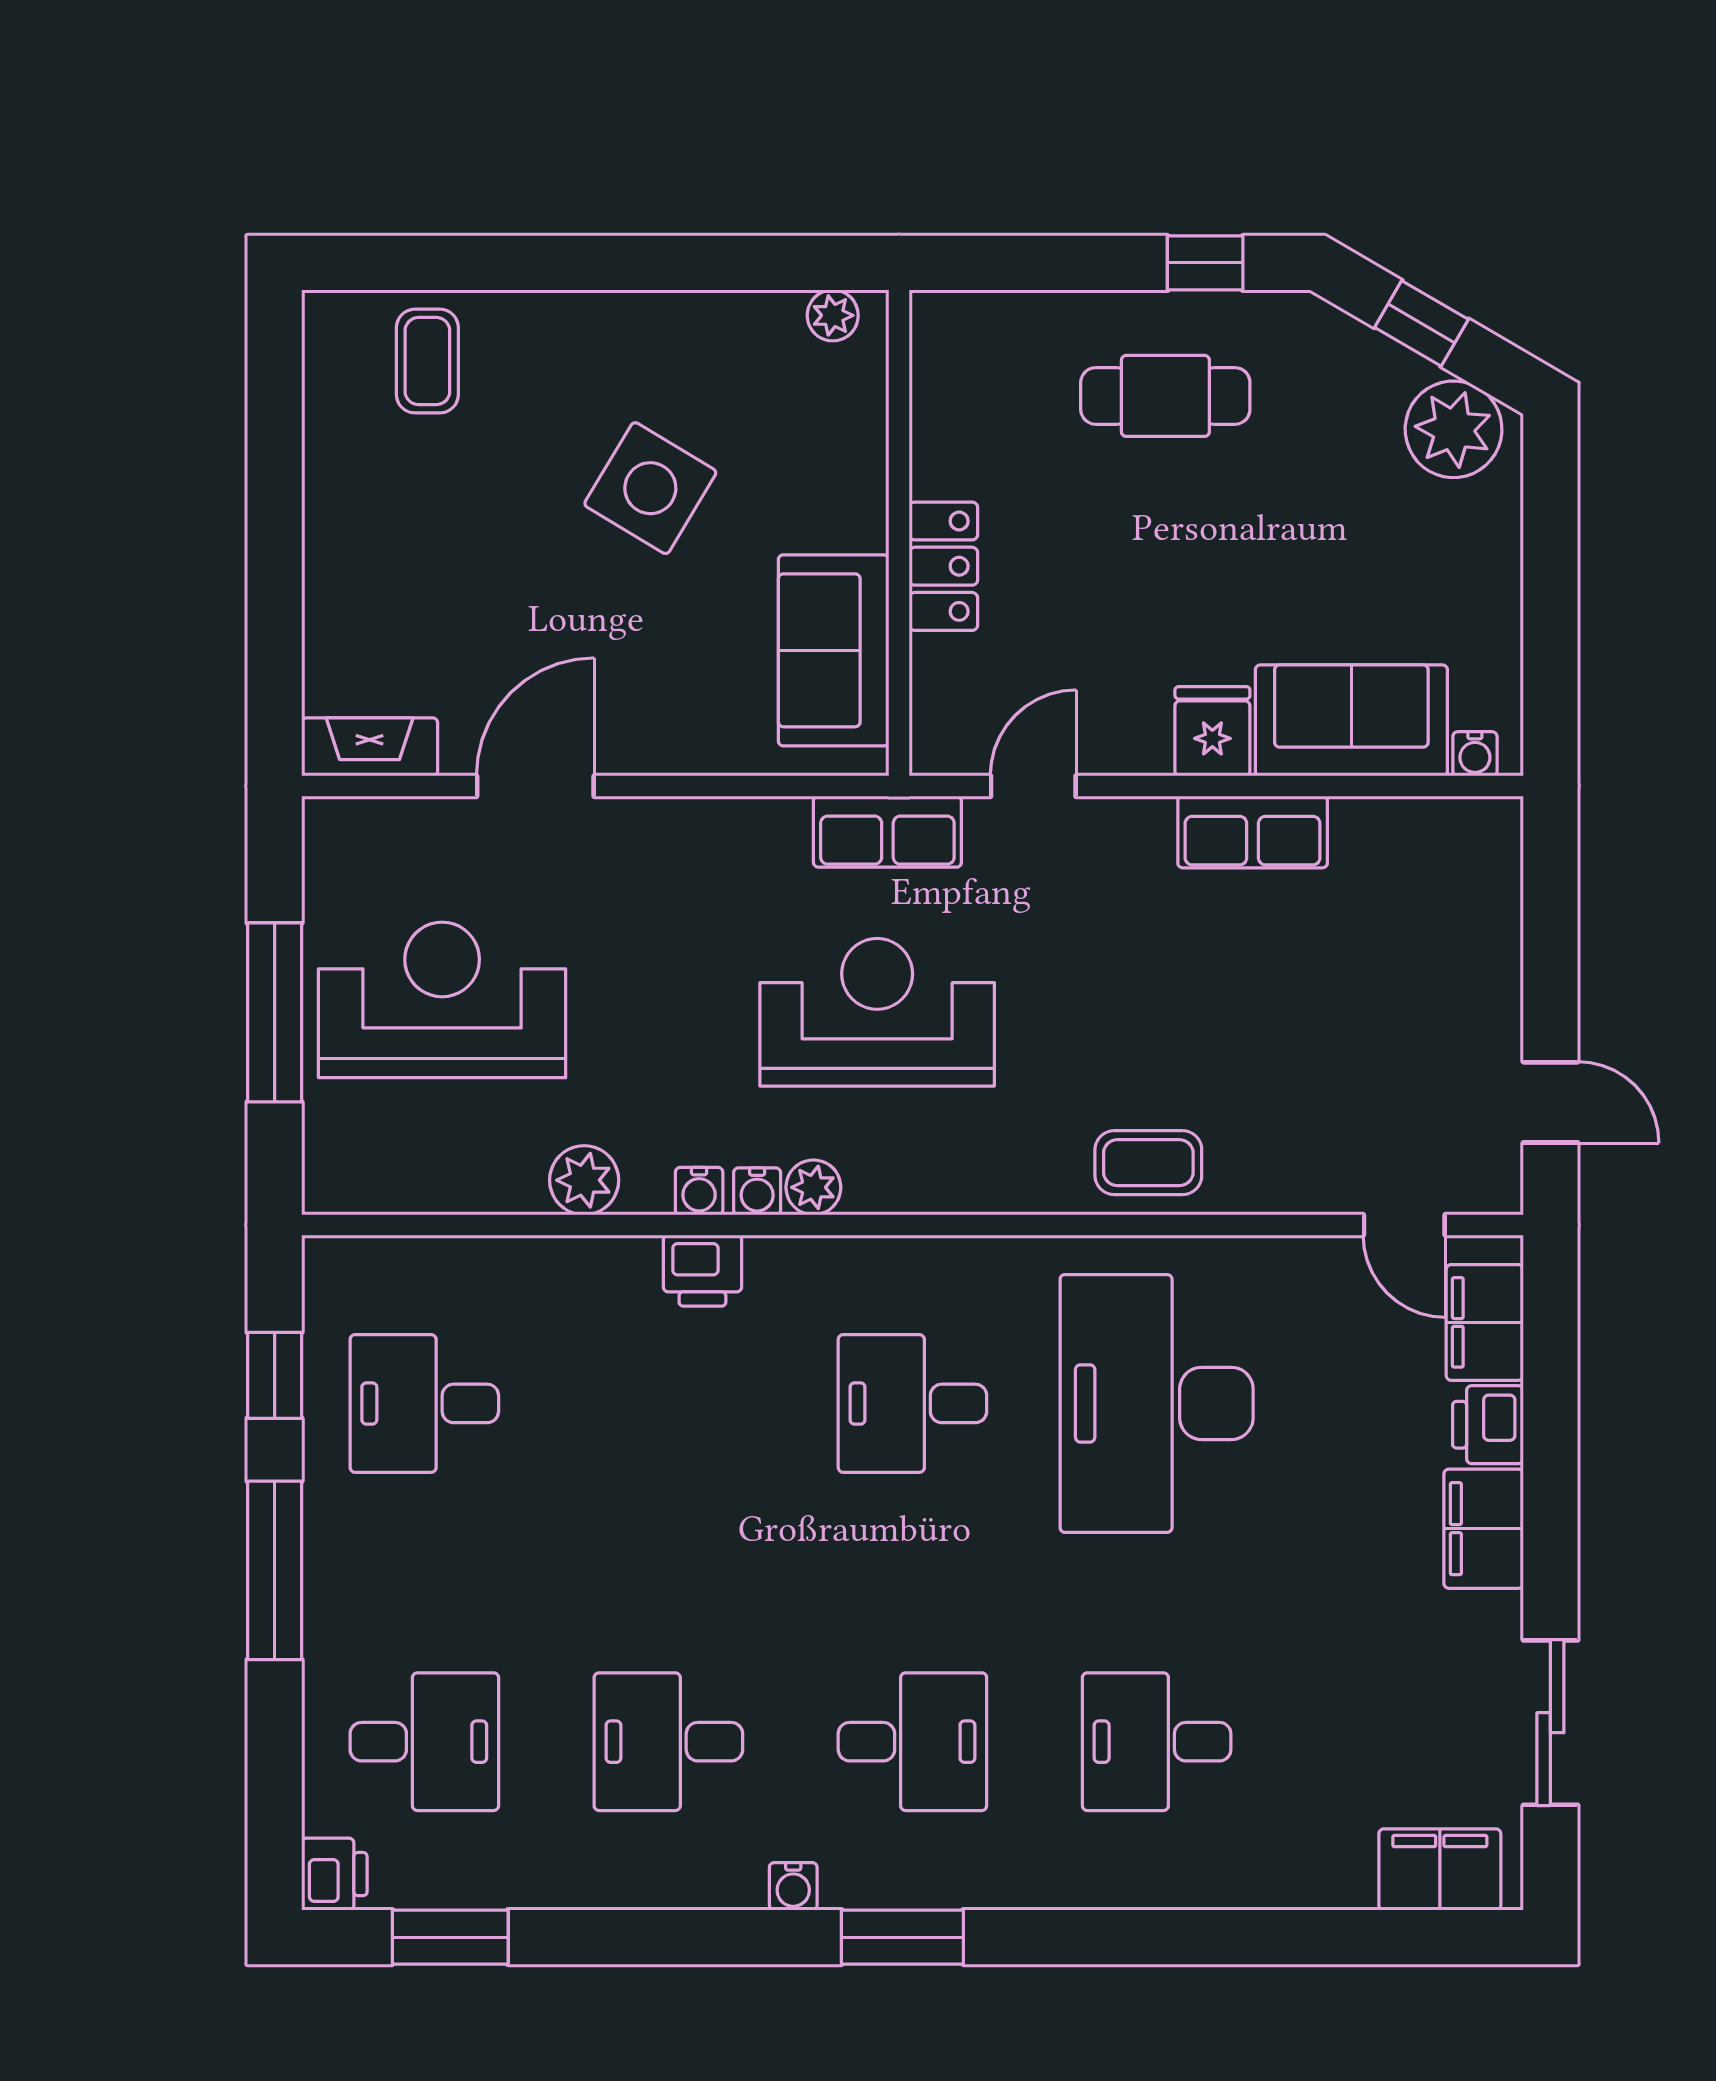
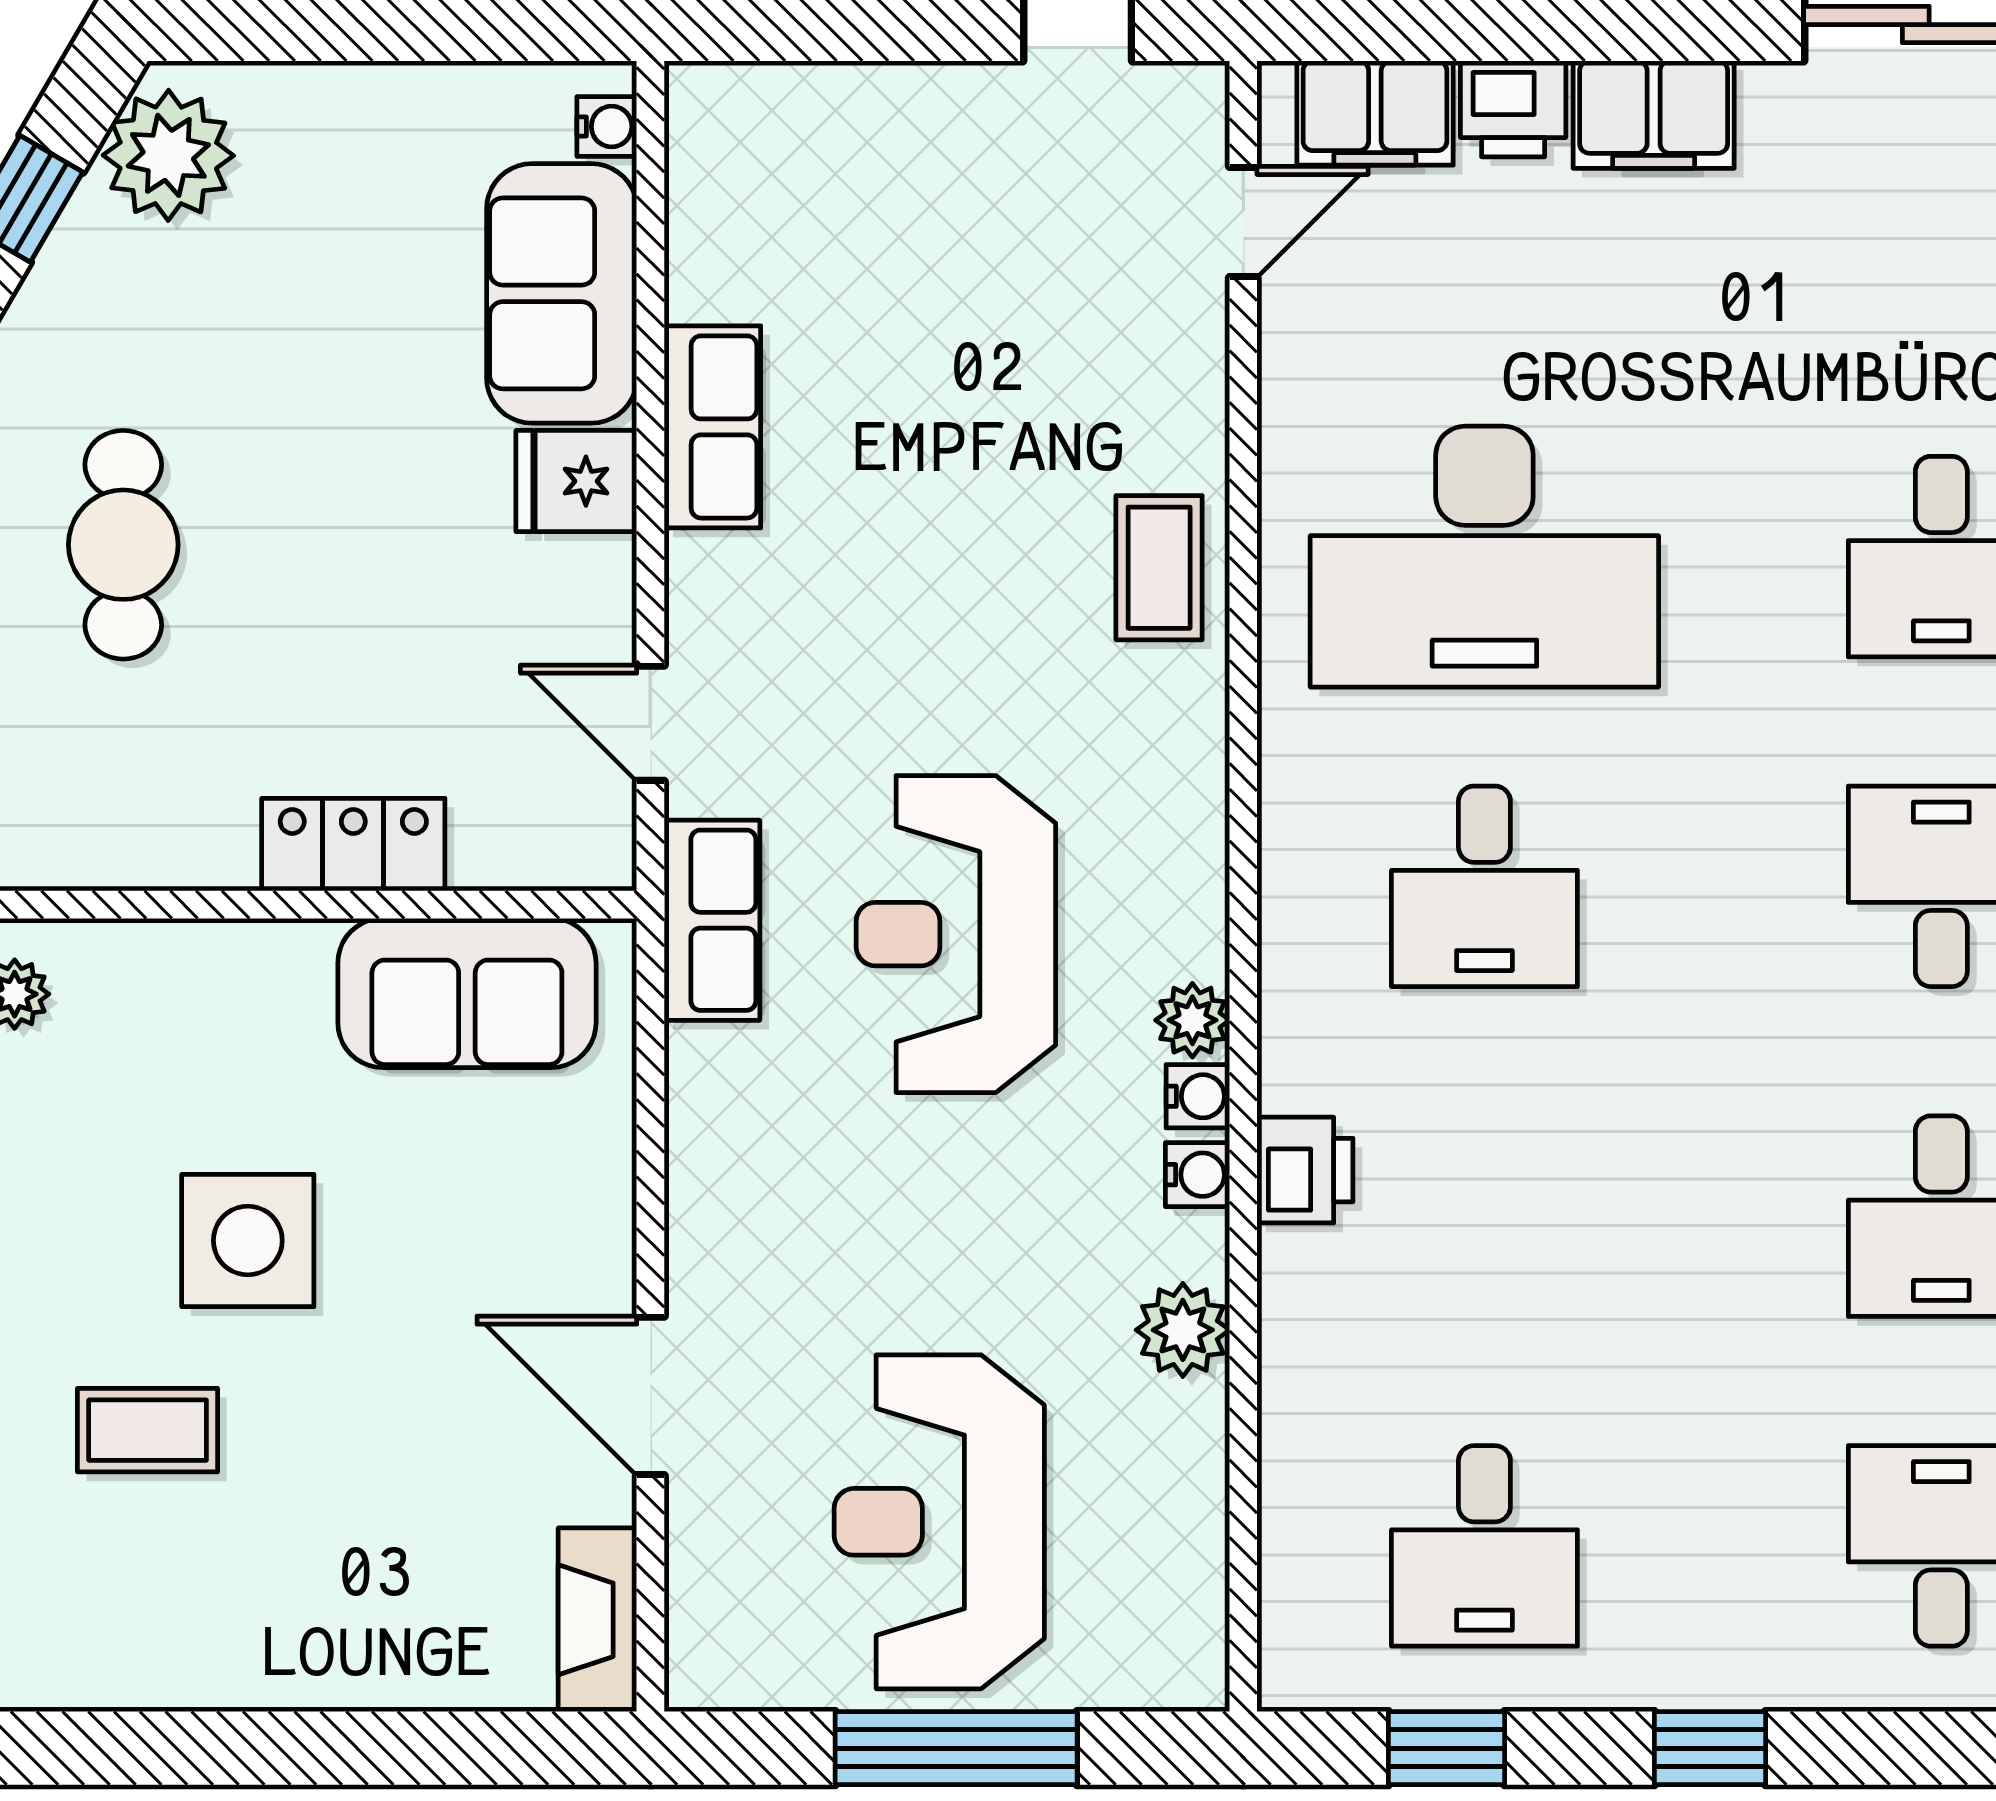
coffee table: (427, 361) -> (148, 1430), moved
side table: (650, 488) -> (248, 1240), turned -31
window: (275, 1570) -> (1710, 1748), width x0.46

